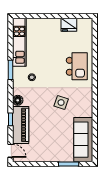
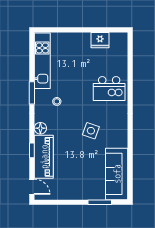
kitchen island: (77, 66) -> (109, 89), turned 90

